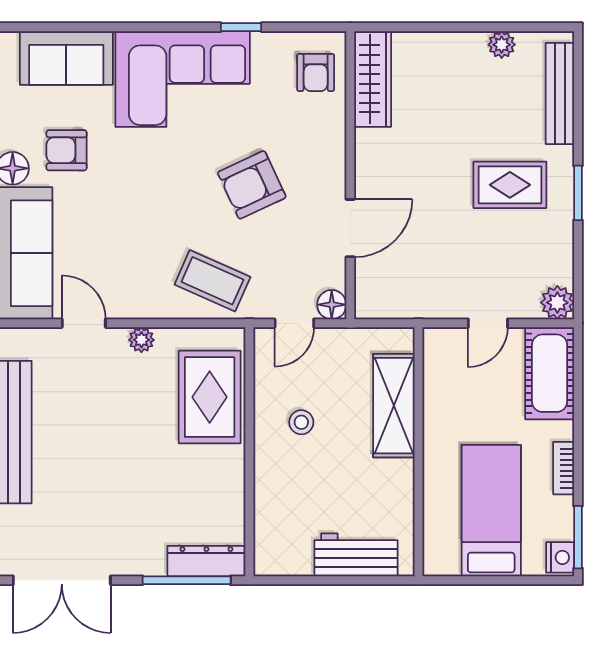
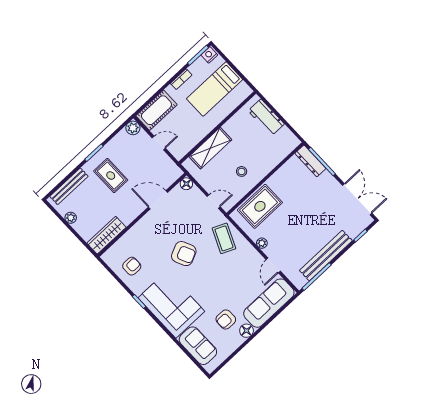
wardrobe: (373, 79) -> (106, 235), moved
armchair: (66, 150) -> (226, 319), turned 90
wall: (350, 175) -> (142, 215), moved
door: (350, 228) -> (158, 200), moved
floor lamp: (332, 305) -> (186, 184), moved

